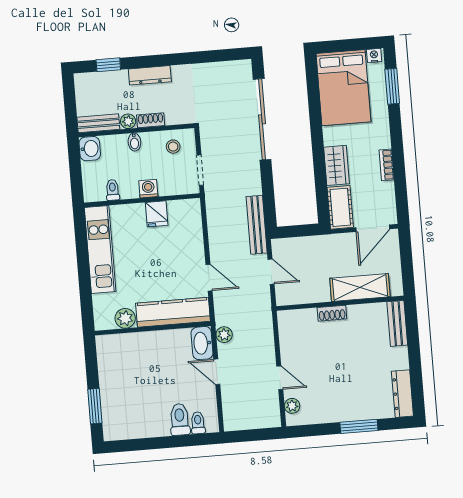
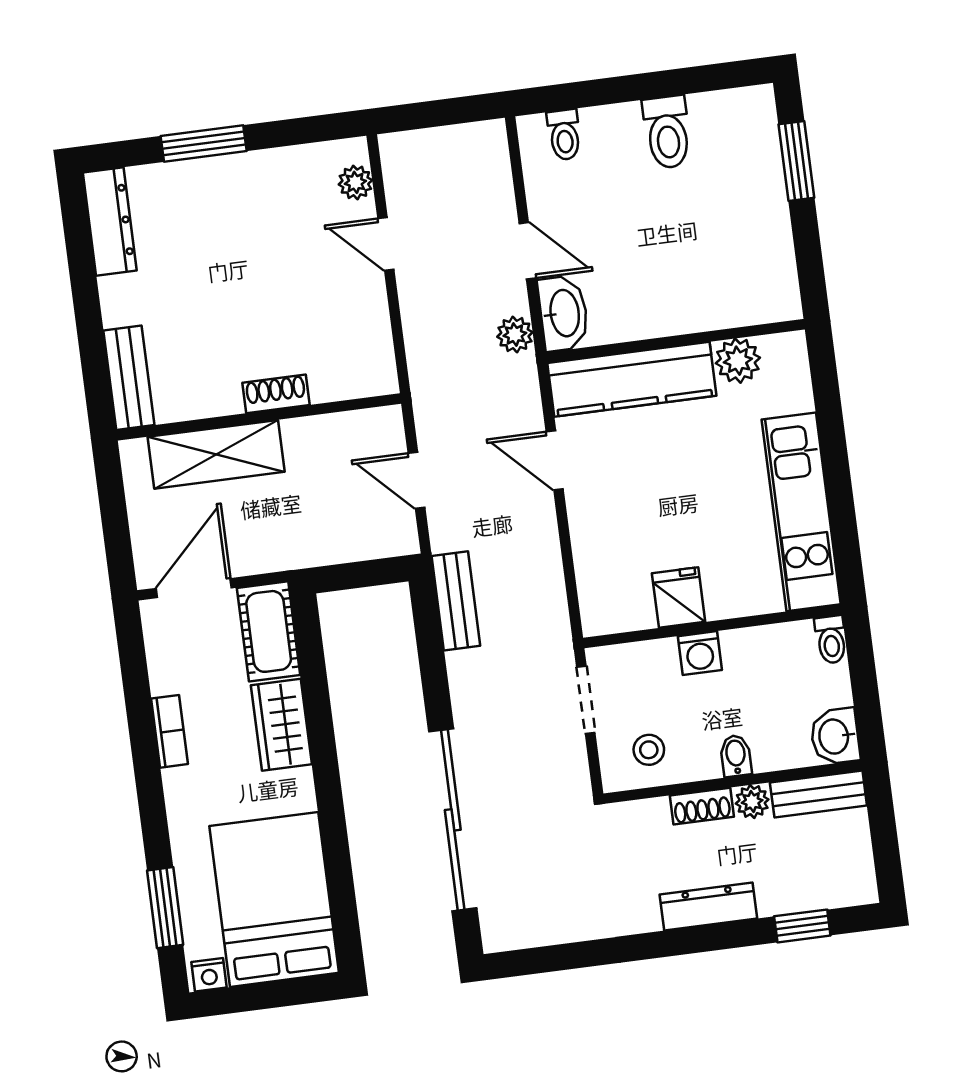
toilet: (113, 190) -> (831, 640), moved
bench: (257, 225) -> (456, 601), width x0.73
toilet: (180, 419) -> (667, 132), moved

